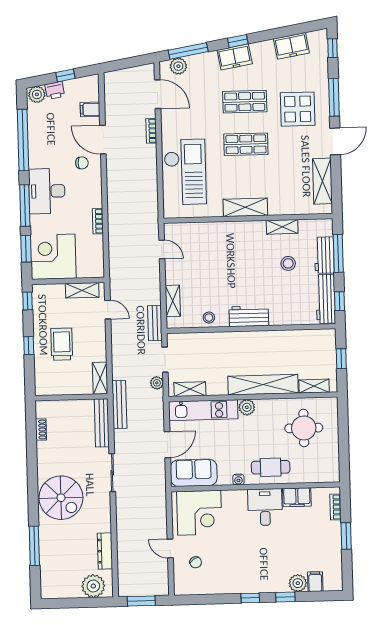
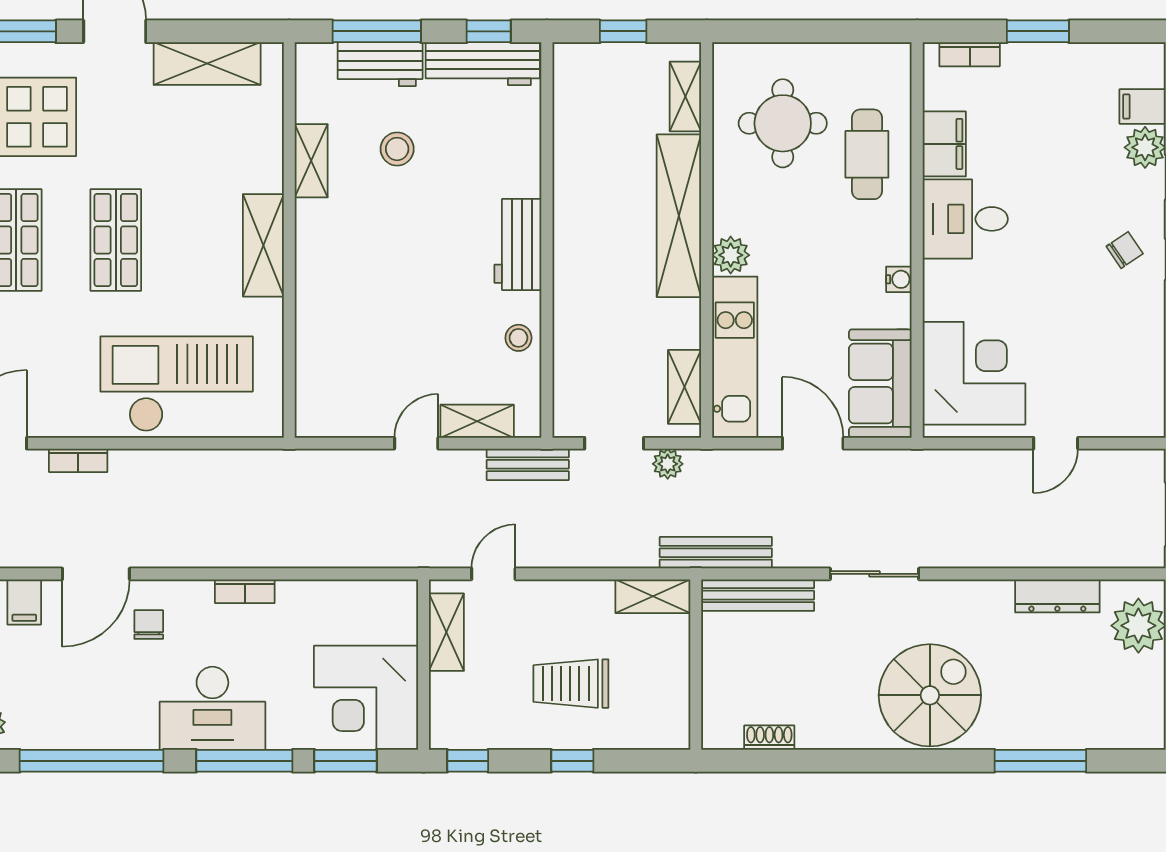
bookcase: (98, 221) -> (245, 591), moved
door: (162, 249) -> (416, 443), moved
cafe table: (271, 467) -> (867, 154), moved
chair: (196, 562) -> (1125, 250), moved

